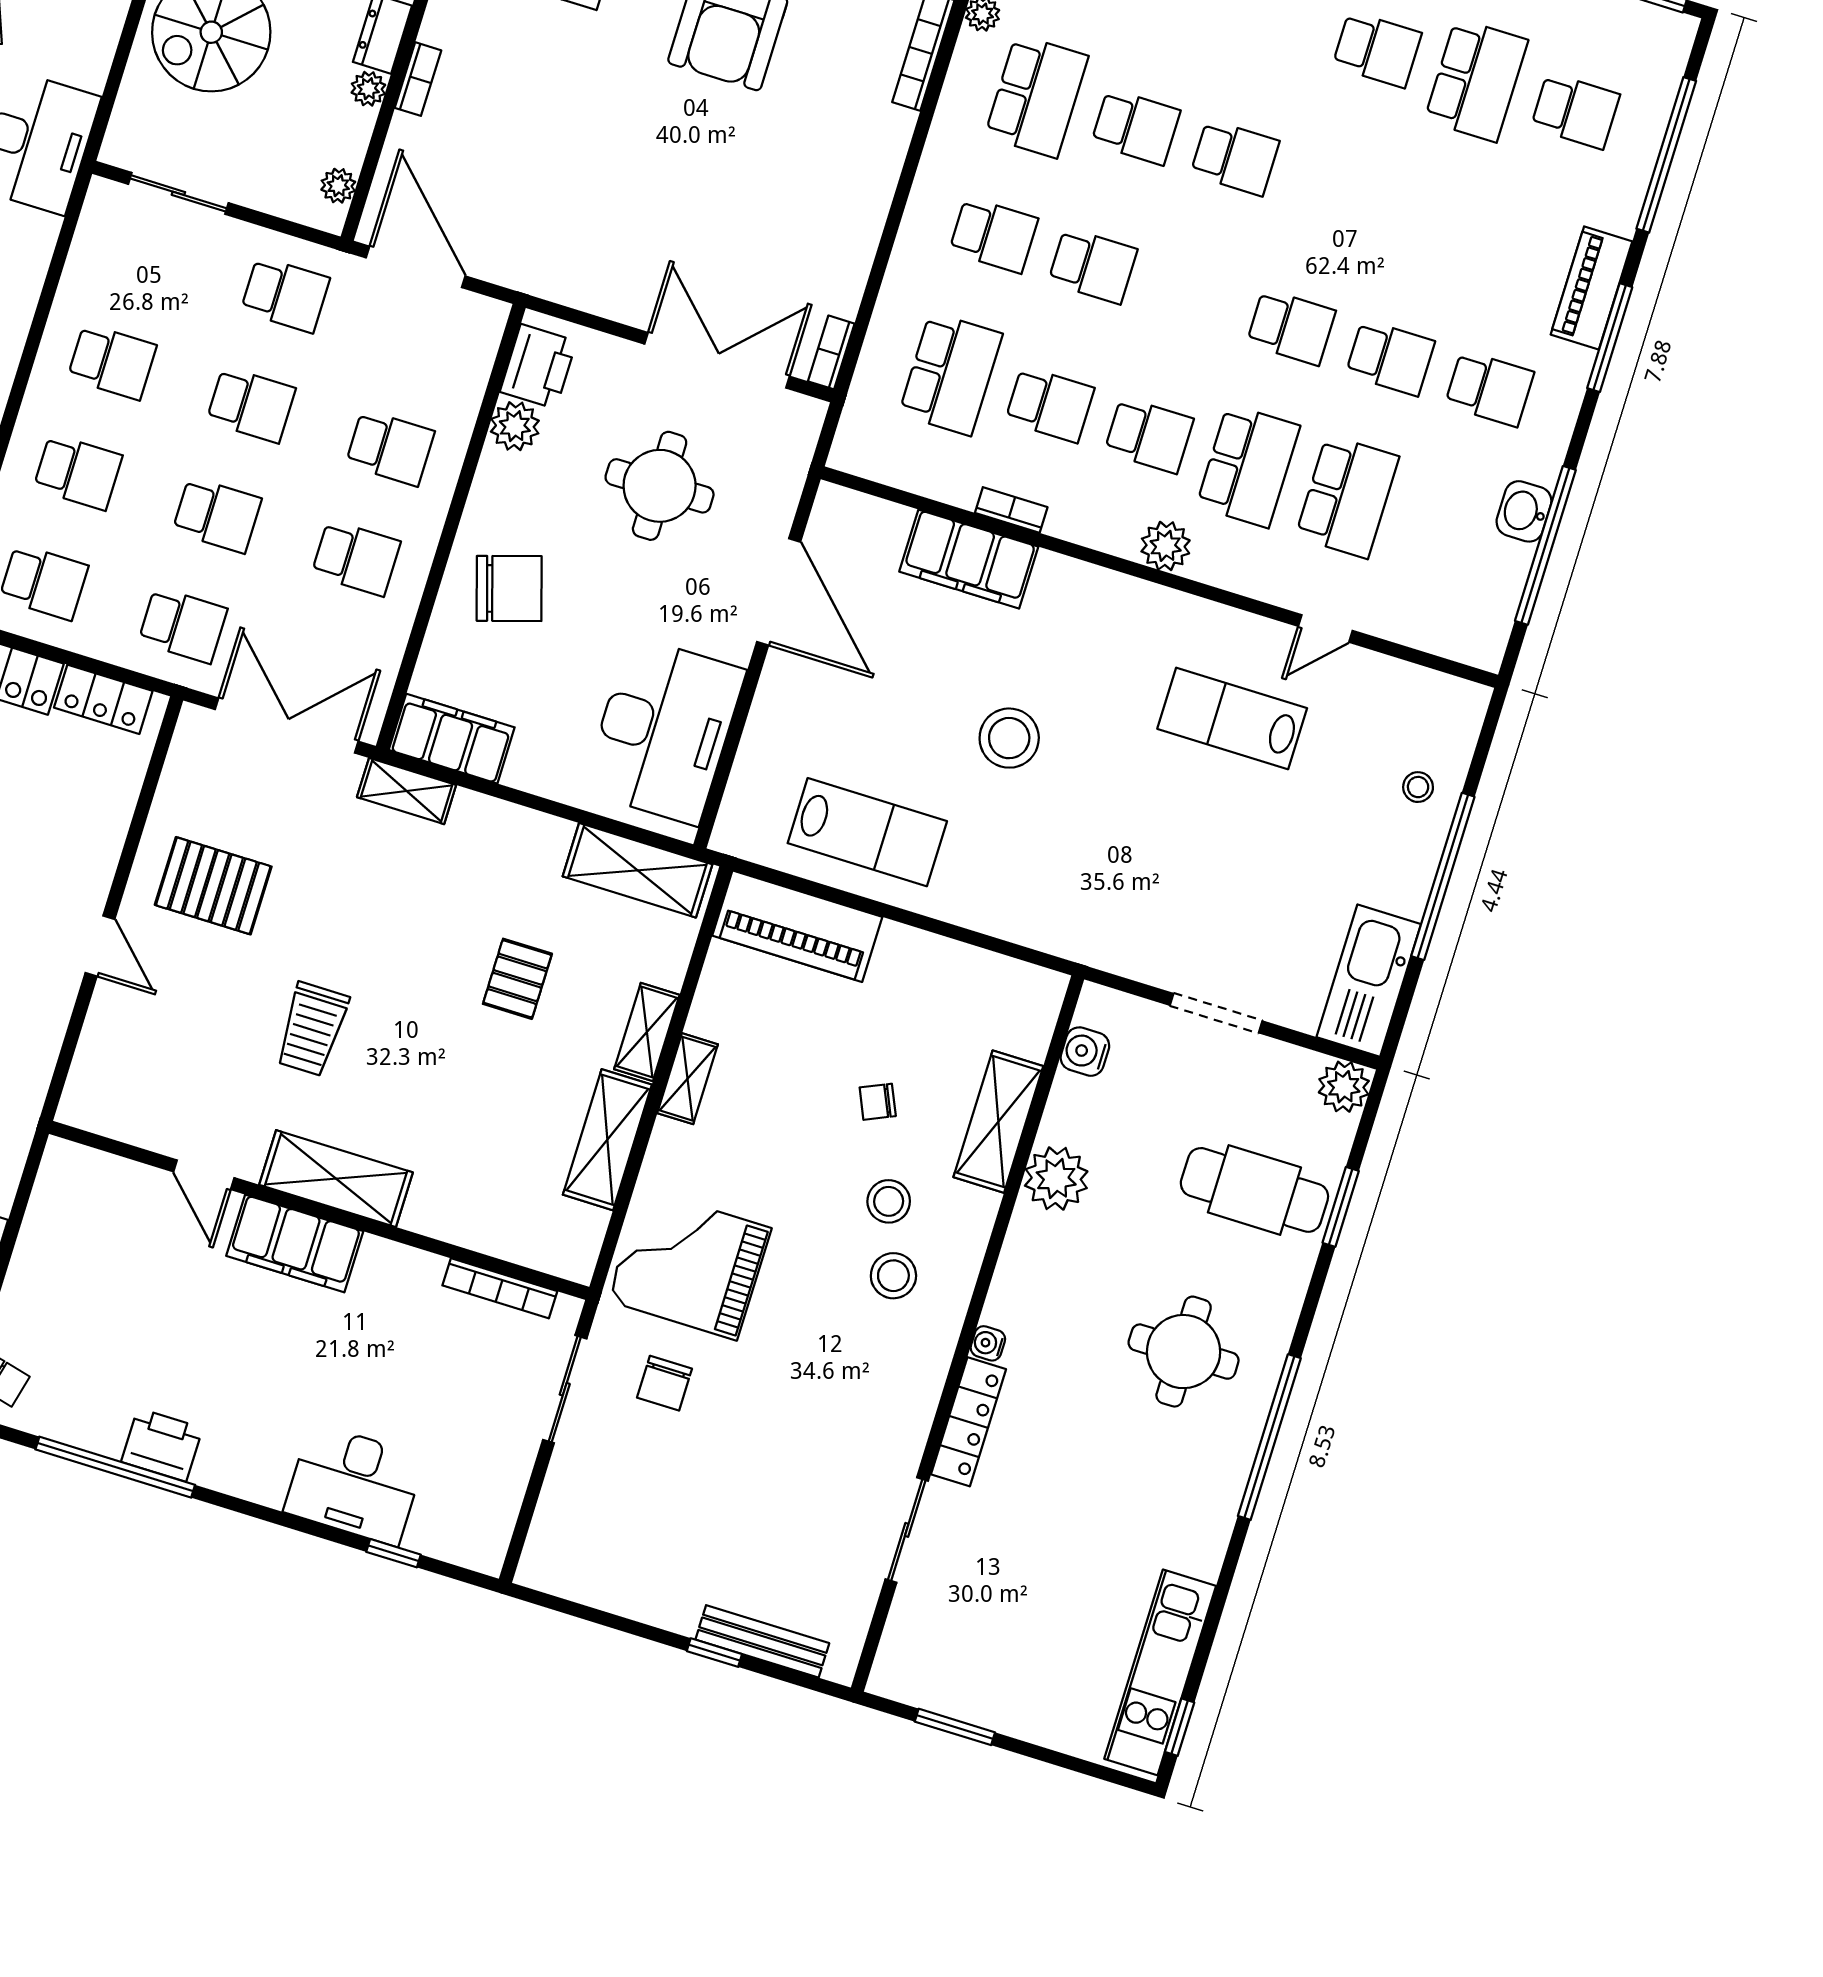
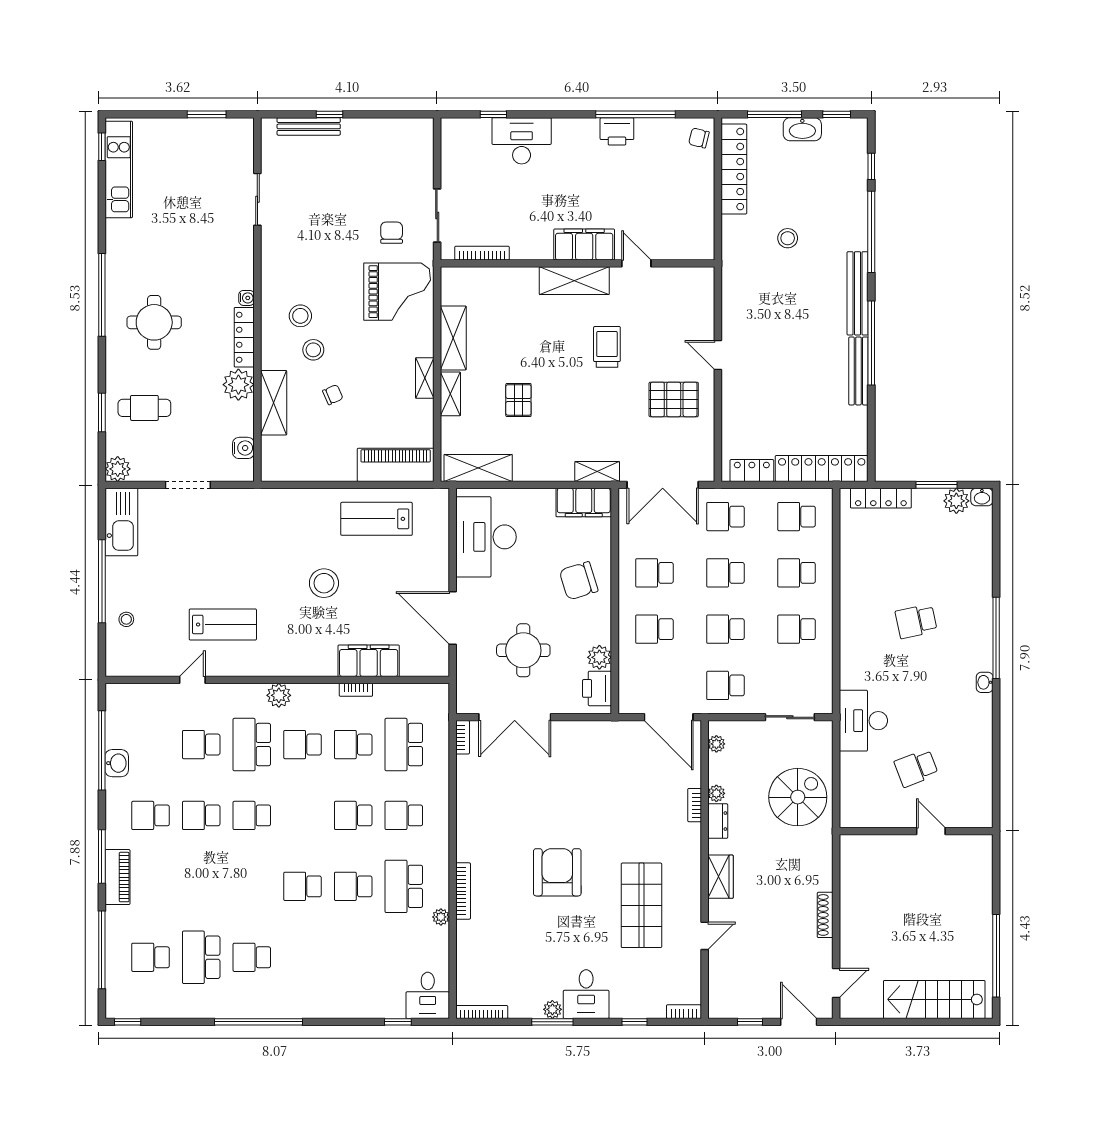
school desk: (1347, 497) -> (201, 745), width x0.54
cafe table: (1254, 1190) -> (144, 408), width x0.73, depth x0.74
locker: (969, 1422) -> (244, 337), moved

